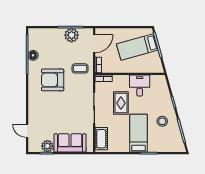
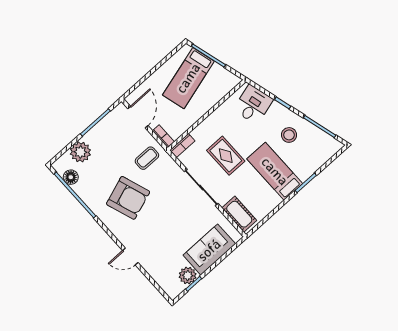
plant: (72, 35) -> (80, 152), moved
floor lamp: (33, 55) -> (71, 177), moved
armchair: (53, 80) -> (128, 198), turned -109
desk: (140, 86) -> (253, 105), moved, turned 75
door: (27, 131) -> (130, 257), moved

